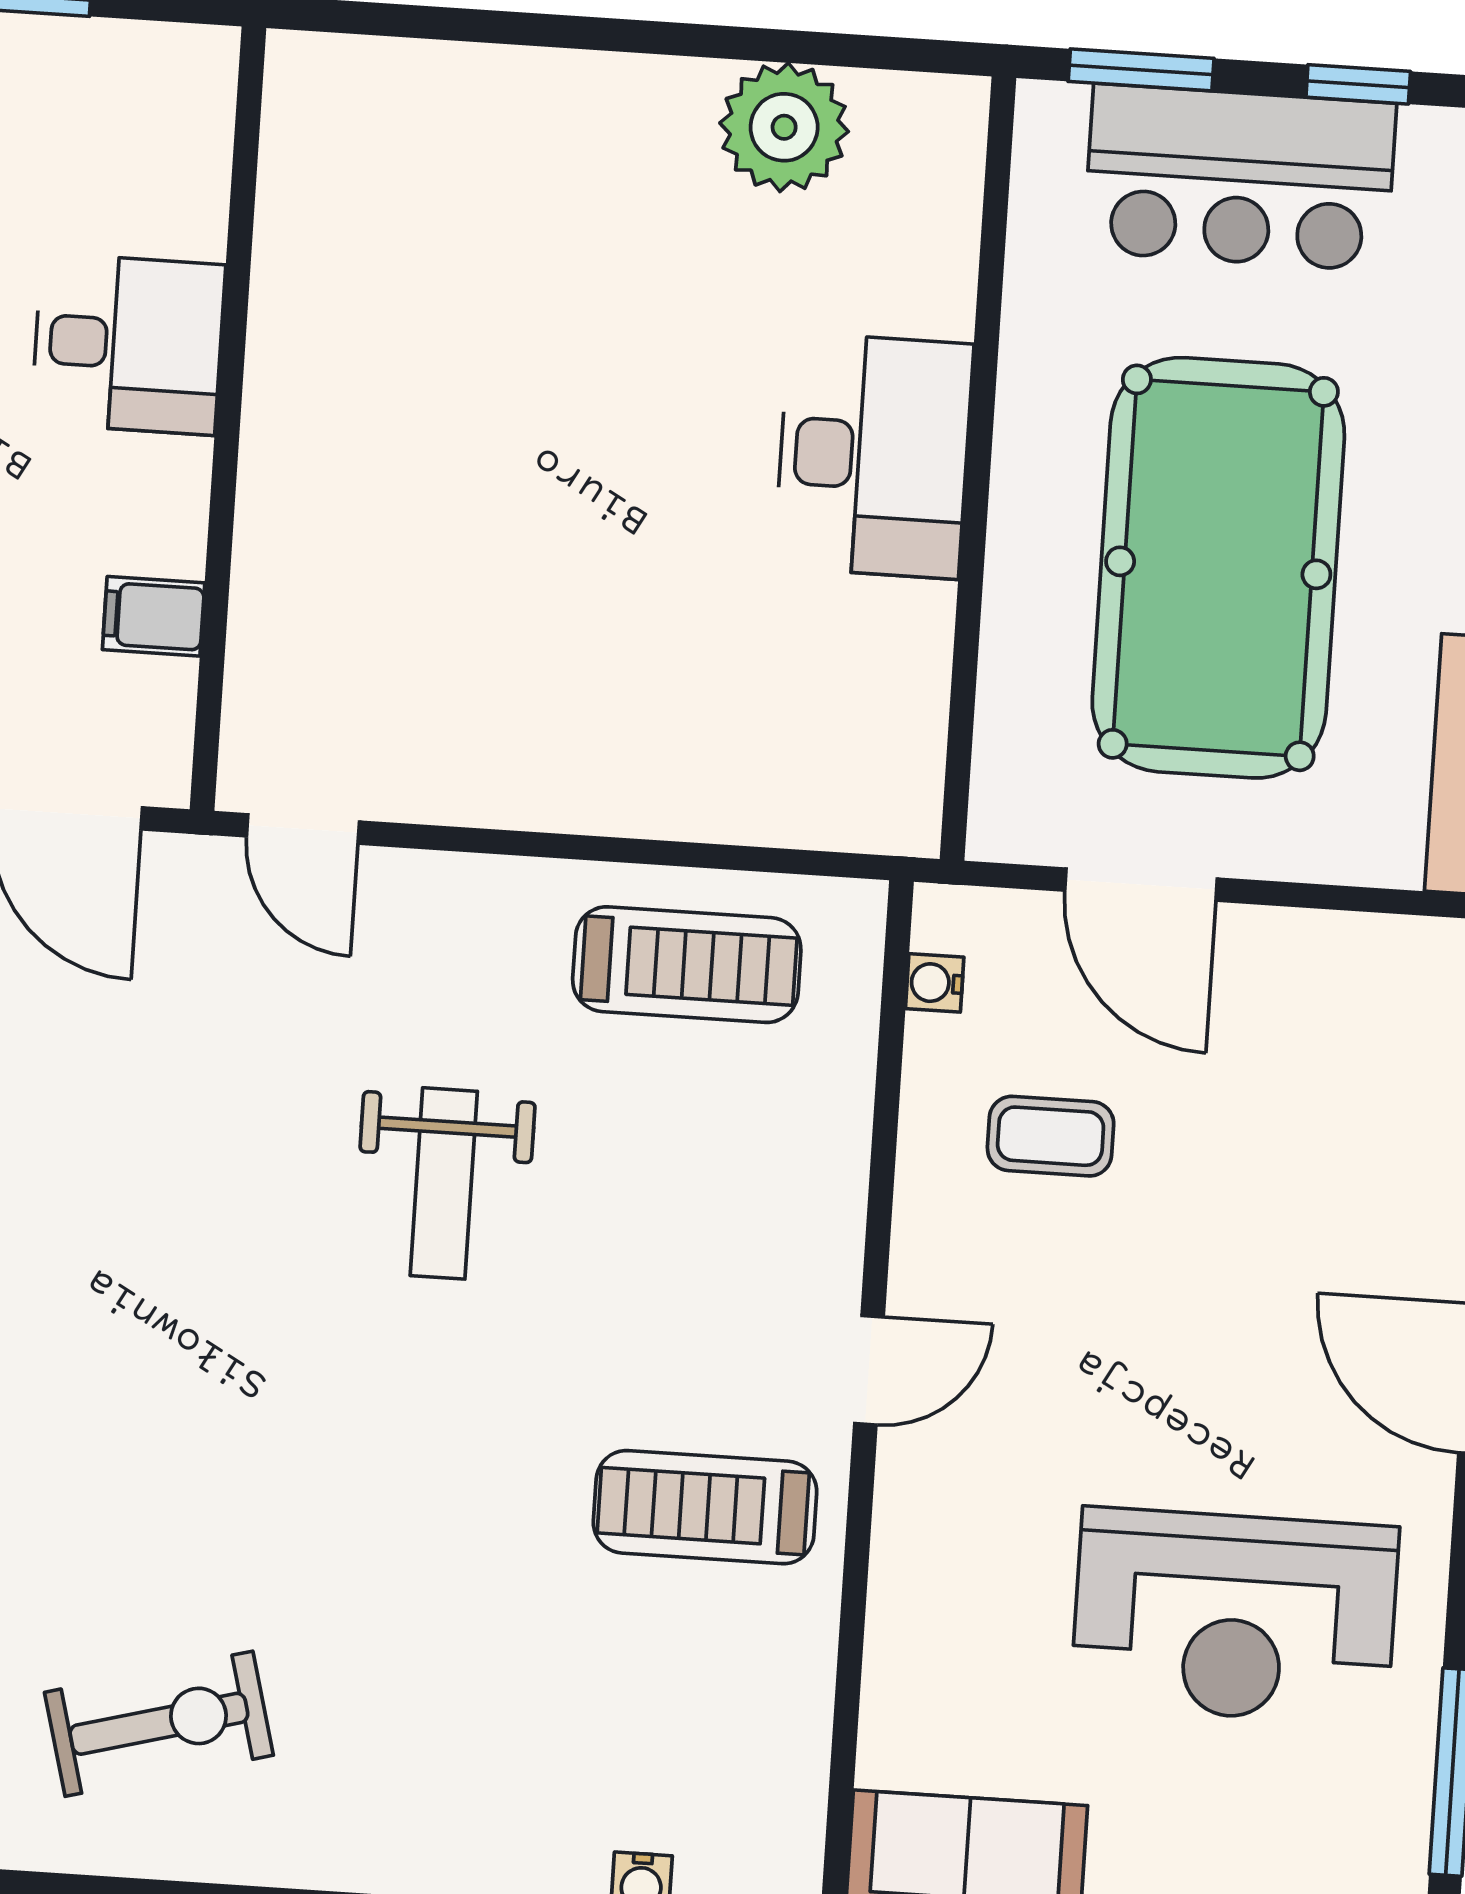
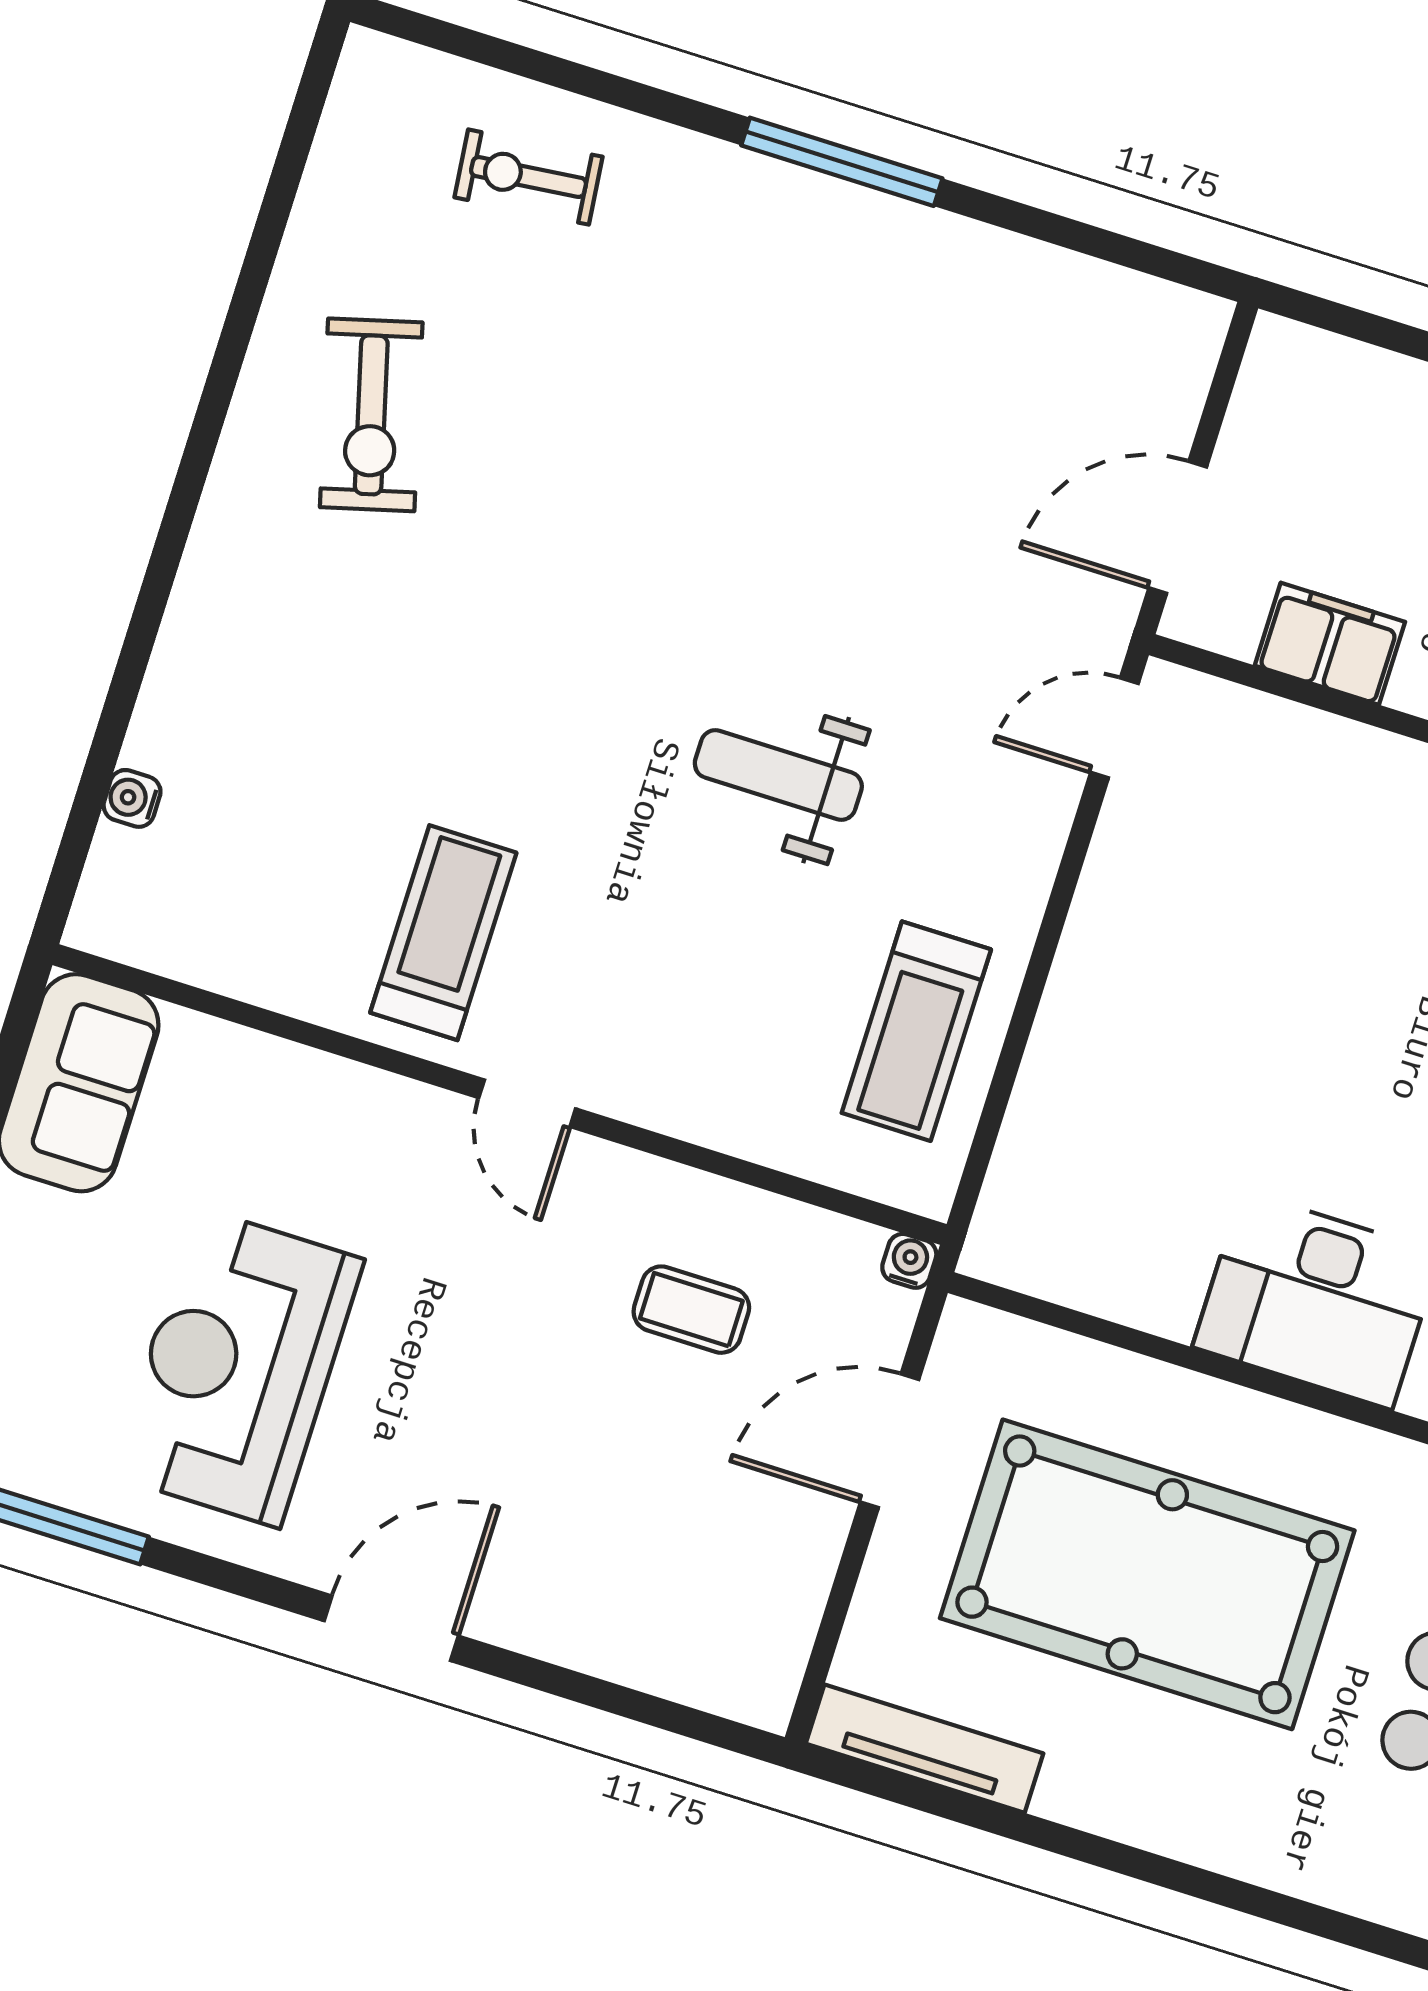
filing cabinet: (154, 616) -> (1330, 644), width x2.00
water cooler: (935, 983) -> (909, 1261), moved
coffee table: (1051, 1136) -> (691, 1310), turned 90

